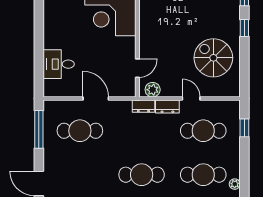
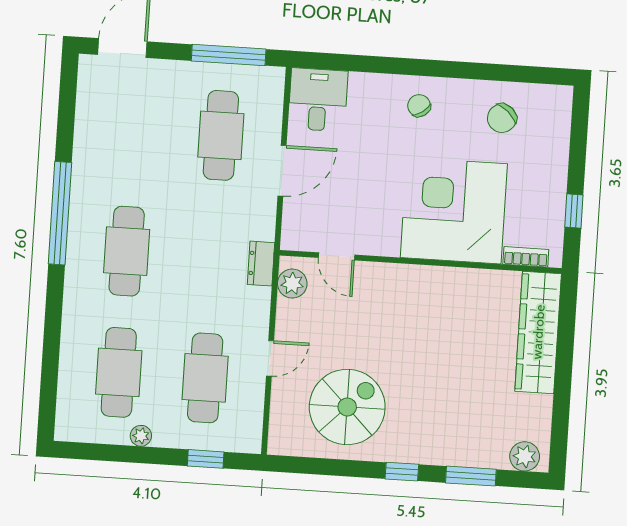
chair: (58, 31) -> (419, 106), added
desk: (59, 64) -> (318, 100), moved
dresser: (167, 107) -> (257, 311), removed
plant: (235, 184) -> (141, 436), moved

